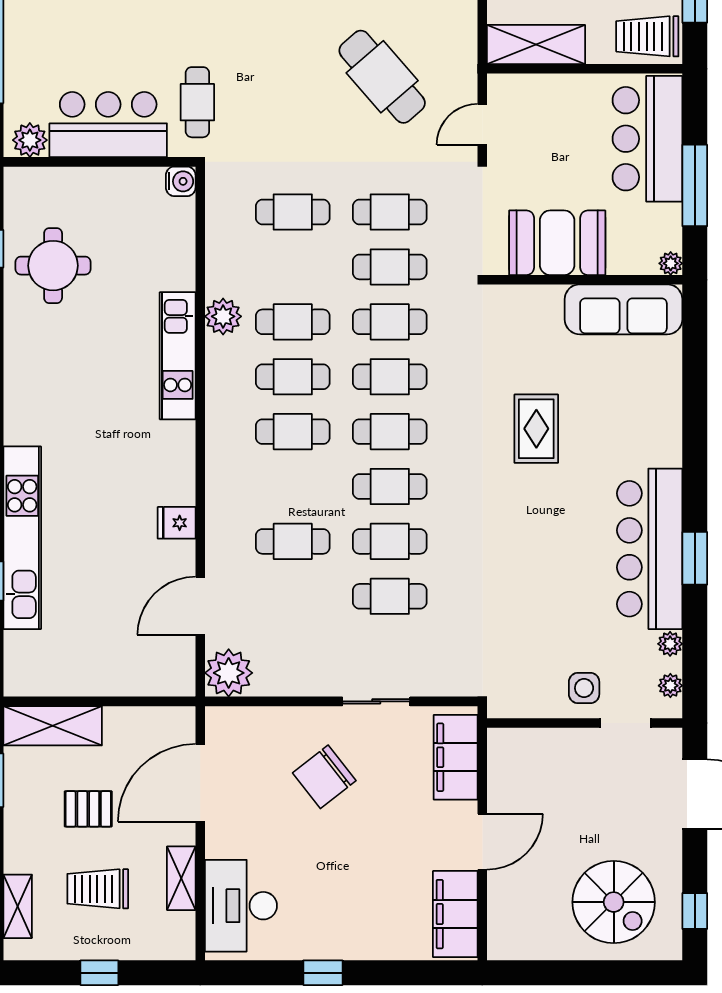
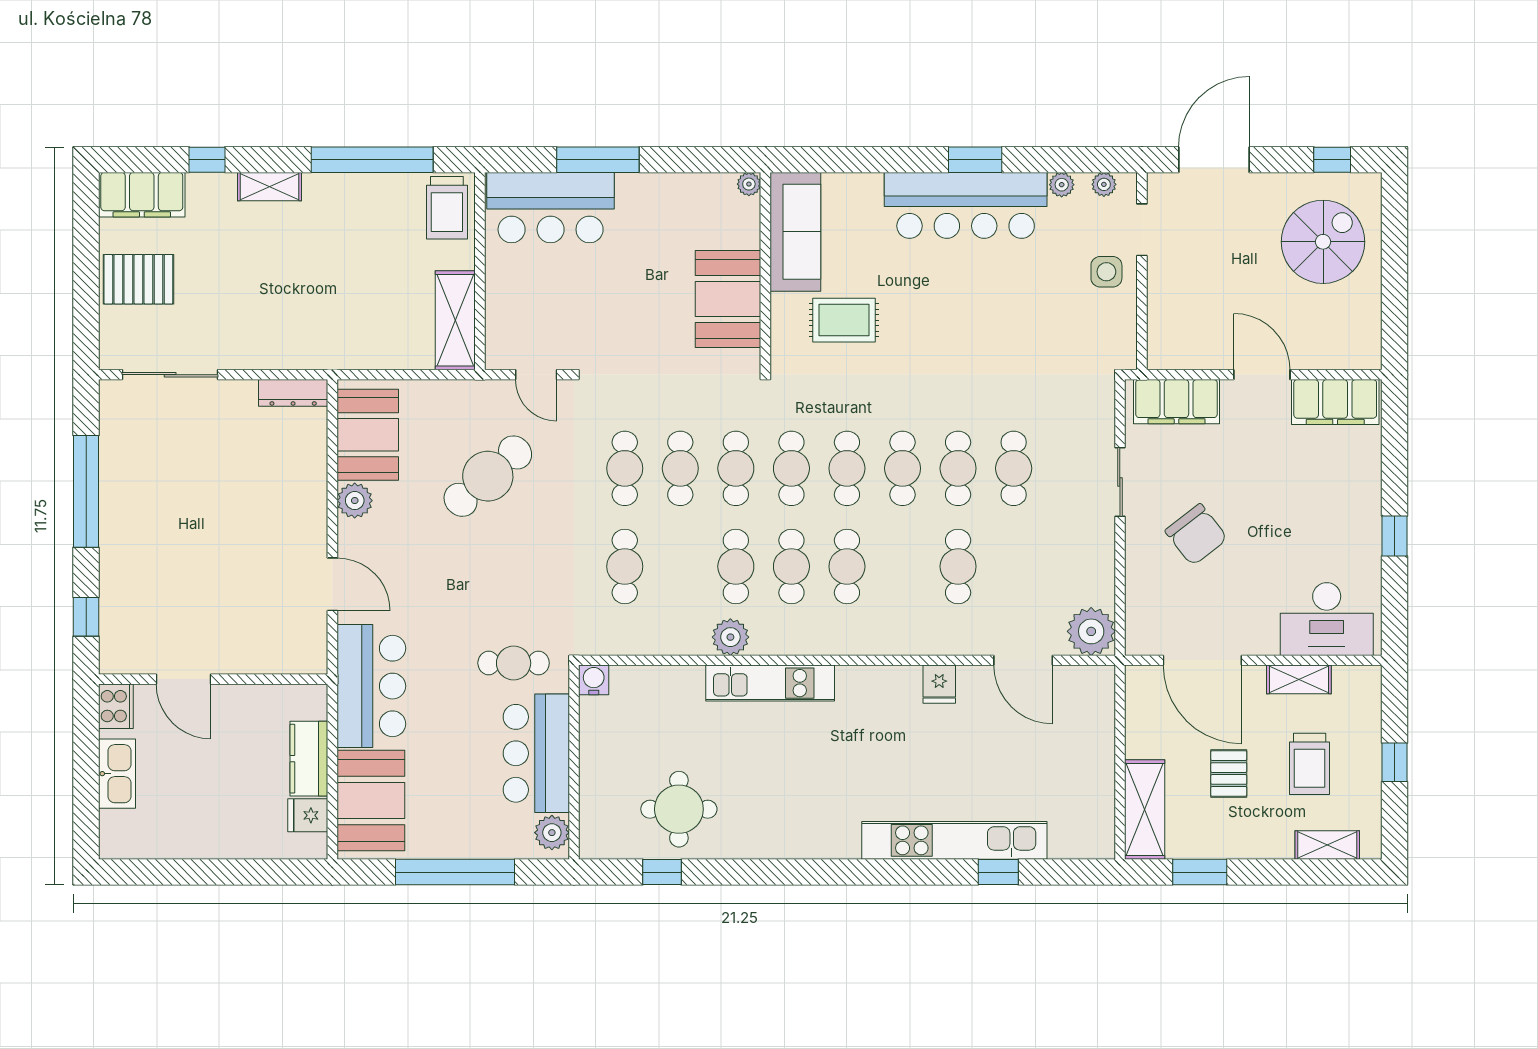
booth: (557, 243) -> (728, 299), moved
plant: (671, 263) -> (749, 184), moved
wall: (585, 280) -> (765, 271), moved
sofa: (623, 309) -> (795, 232), moved

